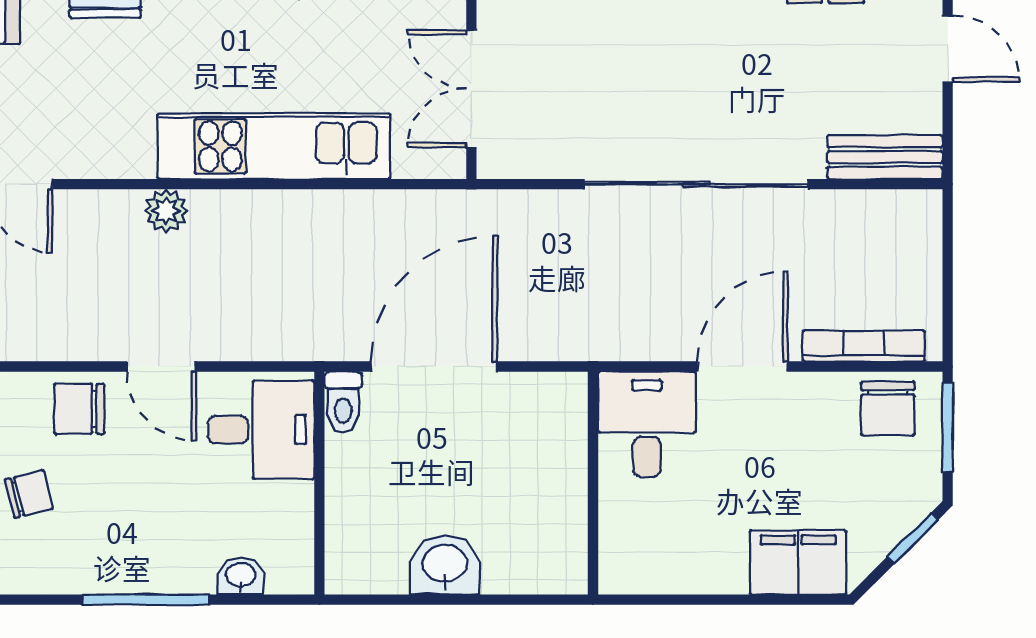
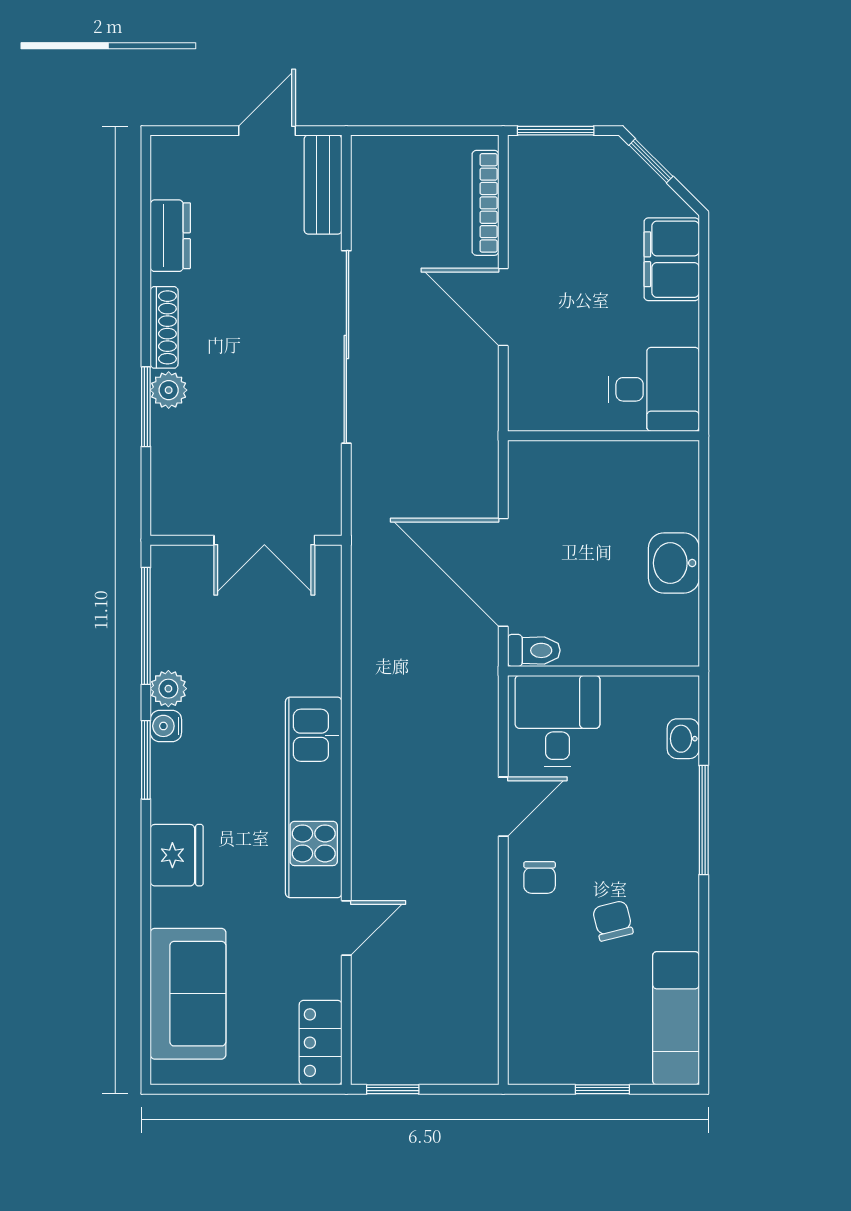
door: (948, 49) -> (267, 131), moved
kitchen unit: (274, 146) -> (314, 797), moved
plant: (166, 211) -> (369, 803), removed
chair: (79, 409) -> (540, 877), width x0.73, depth x0.73
chair: (888, 409) -> (539, 182), removed
desk: (647, 424) -> (654, 389), moved, turned 180

